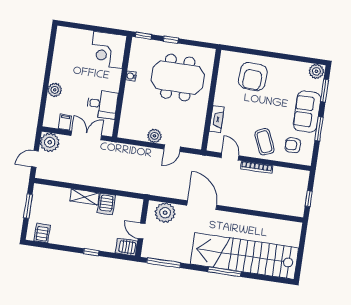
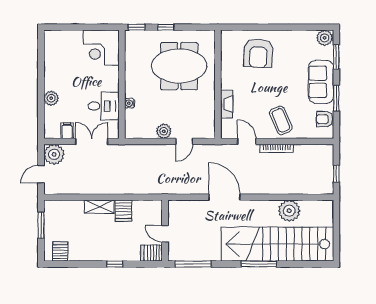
water cooler: (131, 76) -> (130, 103), moved
armchair: (293, 145) -> (325, 119), moved
plant: (165, 213) -> (289, 211), moved

